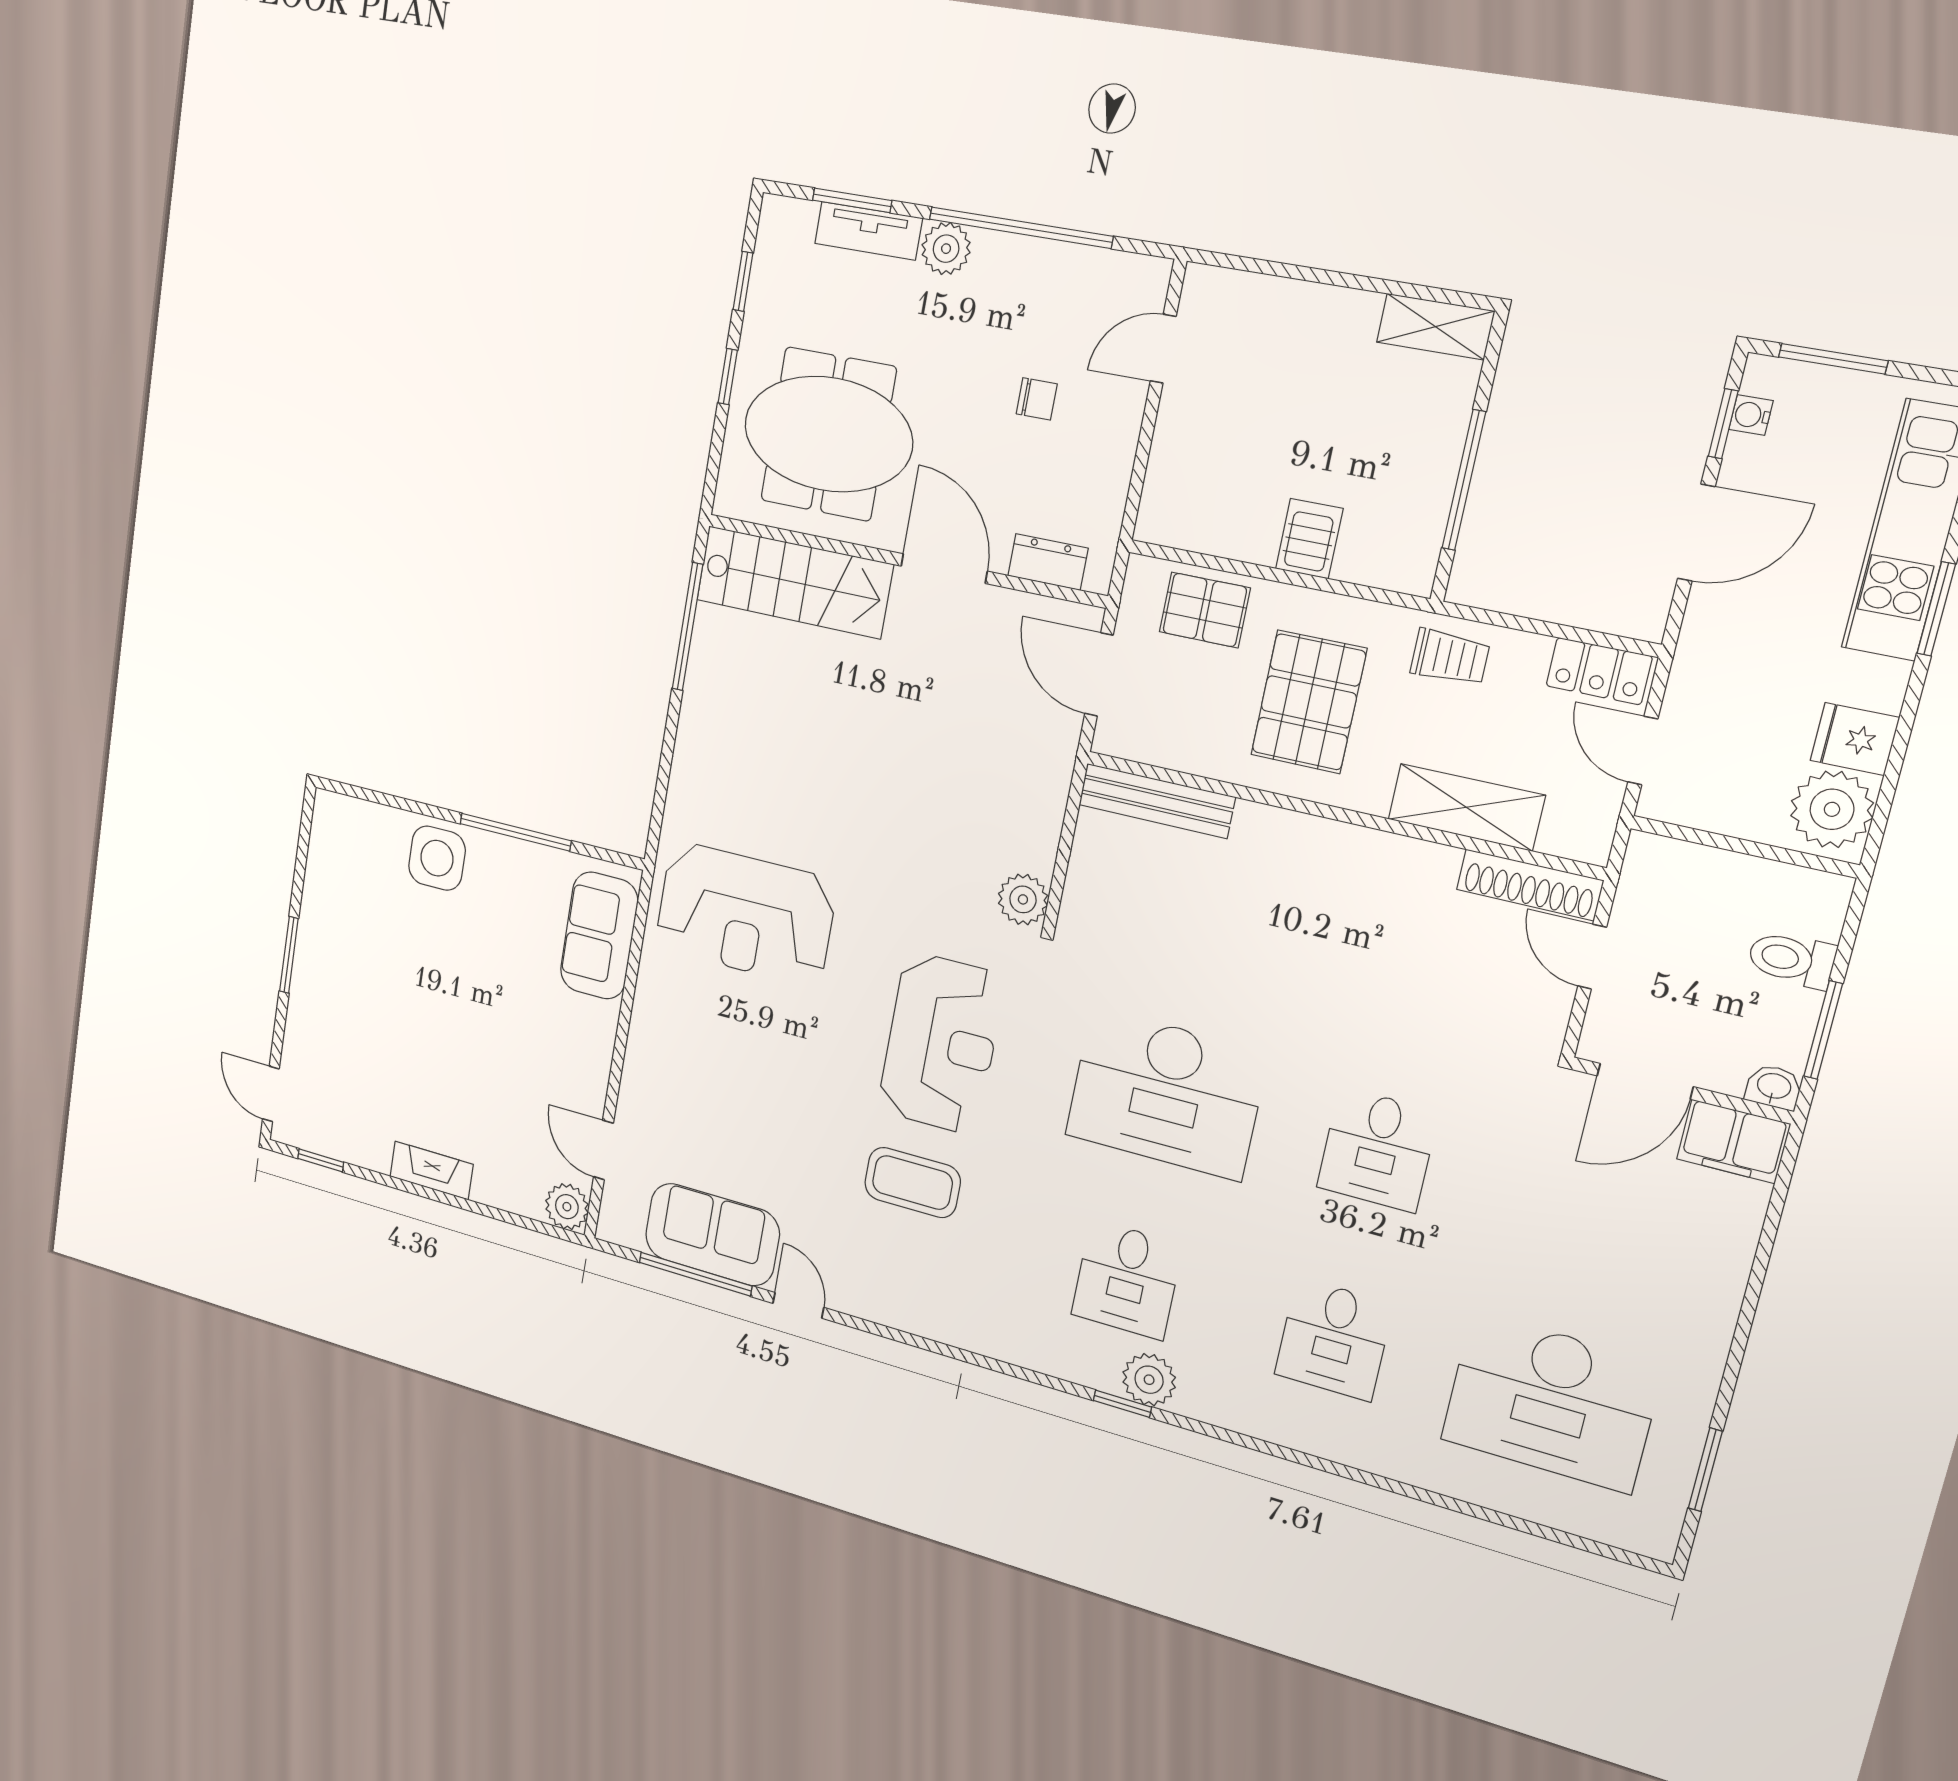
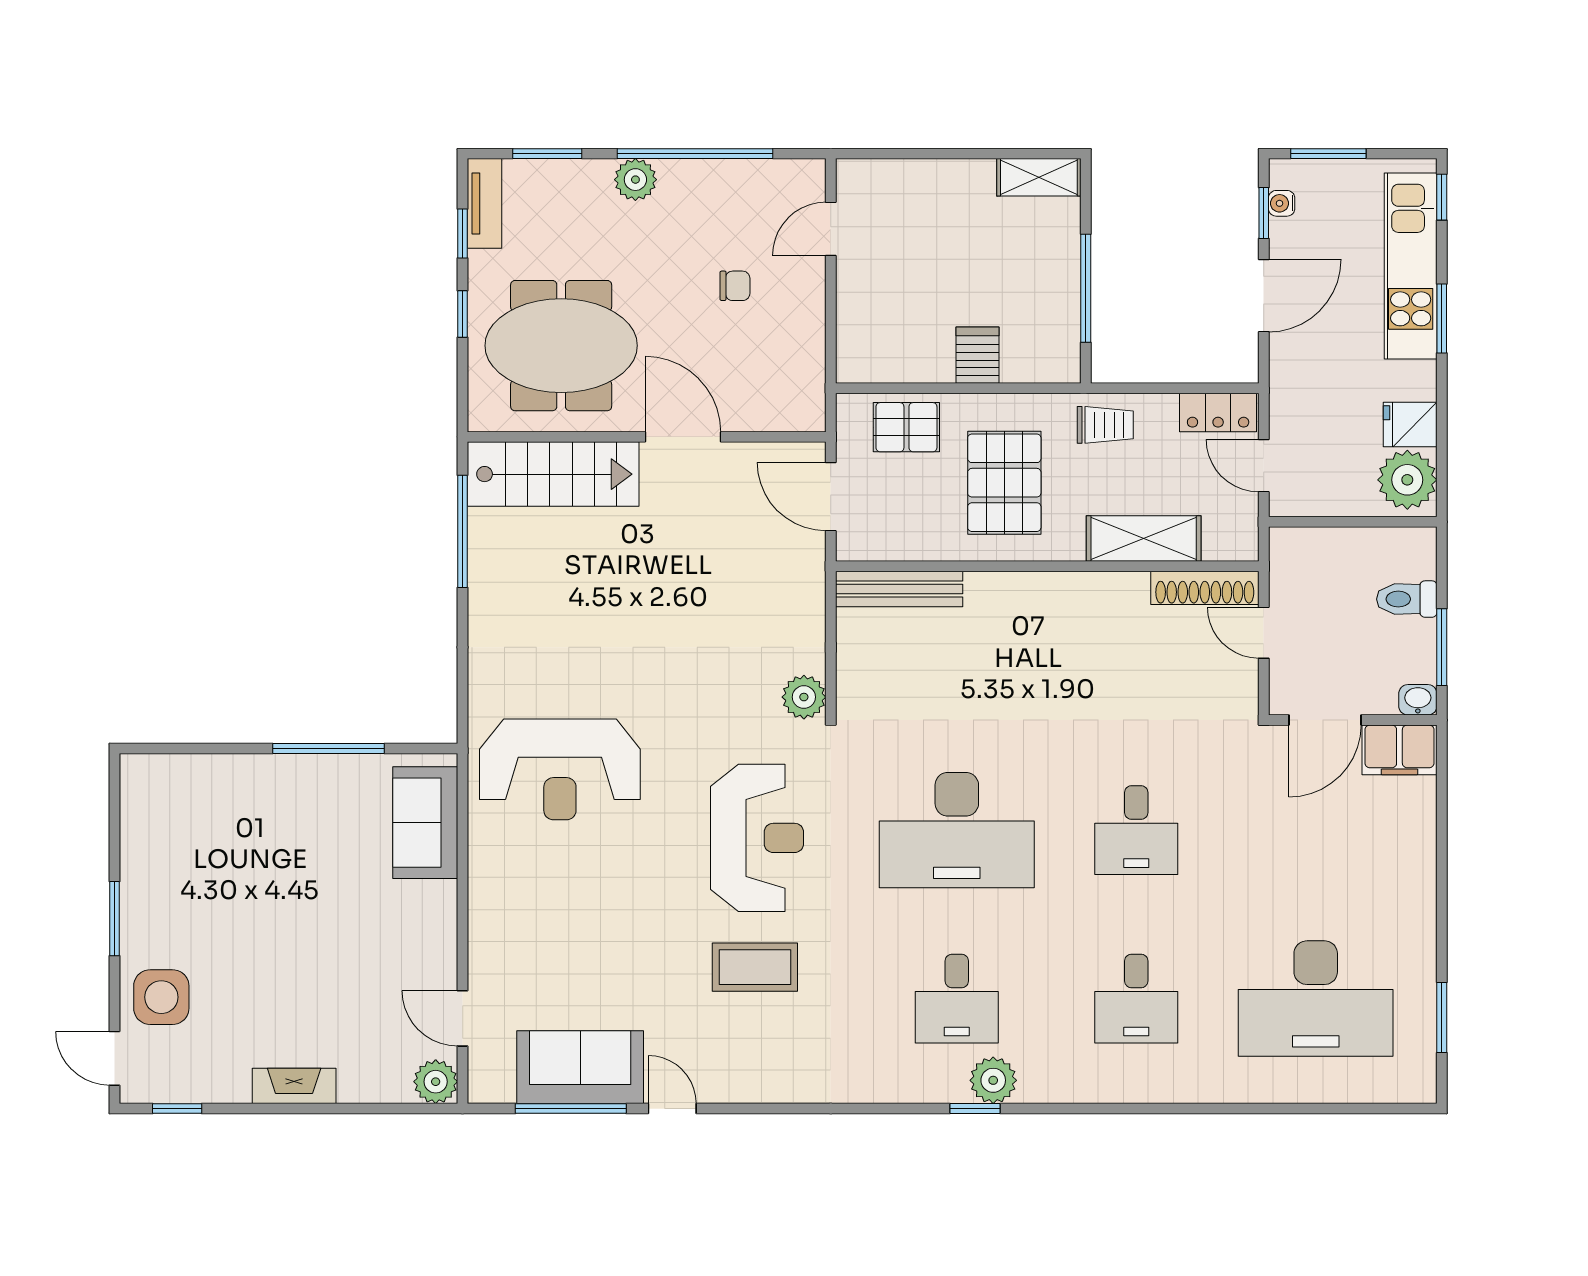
tv unit: (868, 231) -> (485, 203), moved, turned -90
dresser: (1048, 562) -> (770, 414), removed
side table: (437, 858) -> (161, 997), moved

